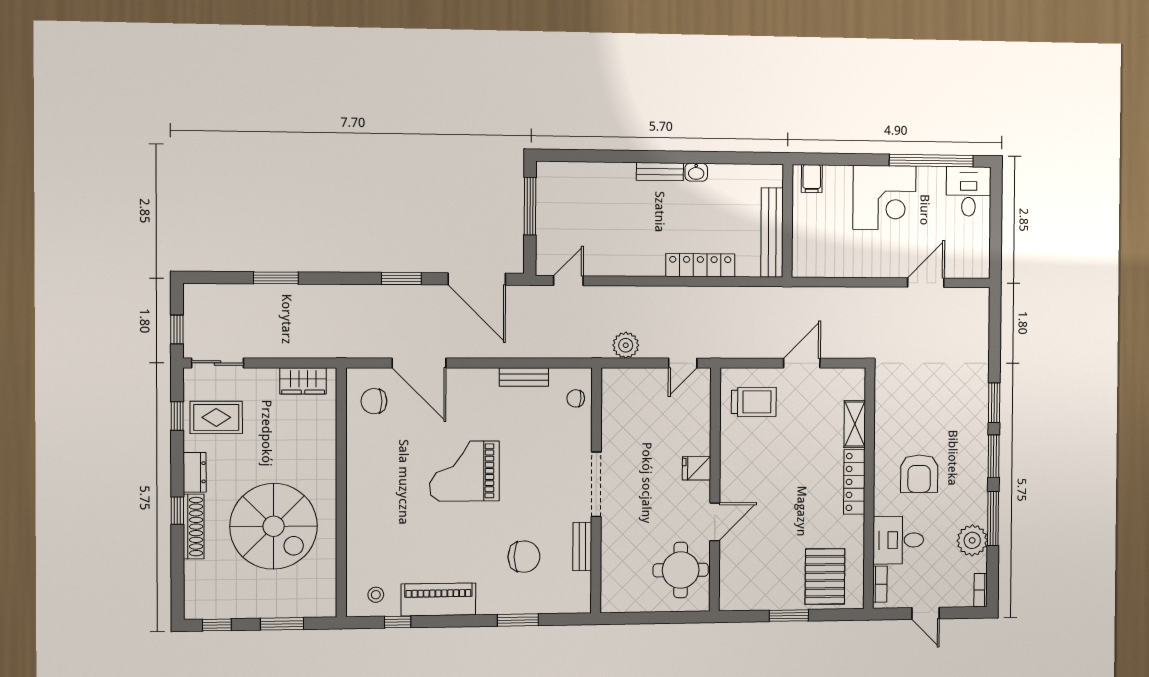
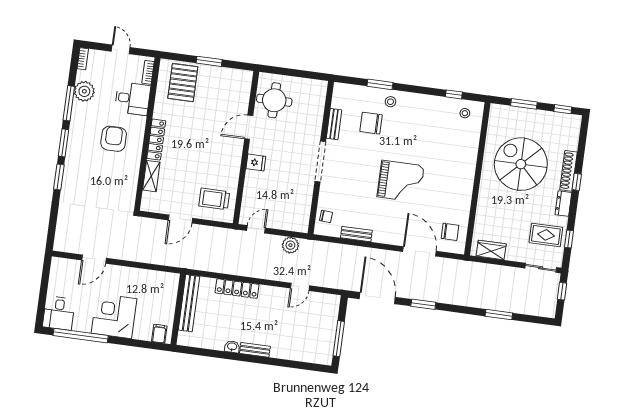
door: (568, 281) -> (300, 287), moved
stool: (498, 595) -> (390, 102), added
piano: (438, 600) -> (427, 104), removed

